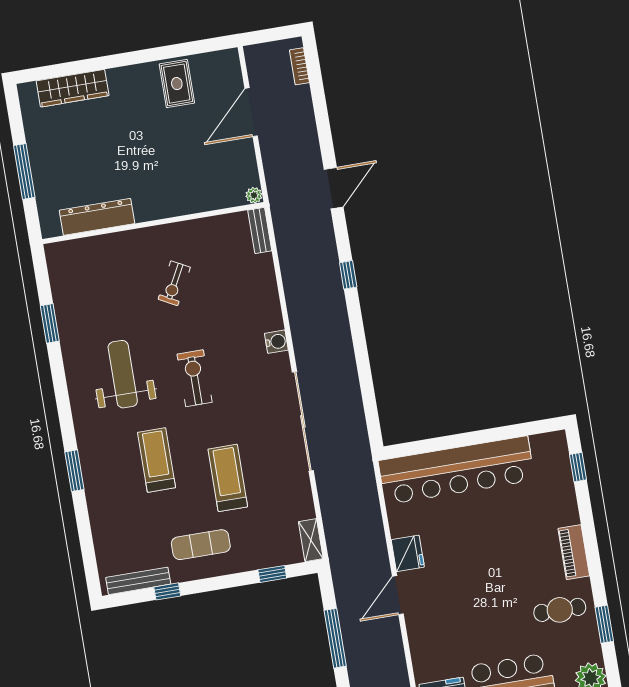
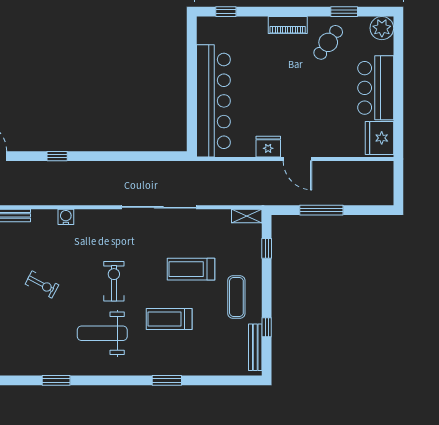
water cooler: (276, 342) -> (66, 217), moved
exercise bike: (195, 378) -> (114, 281), turned 90
cafe table: (560, 610) -> (328, 42), turned 36

